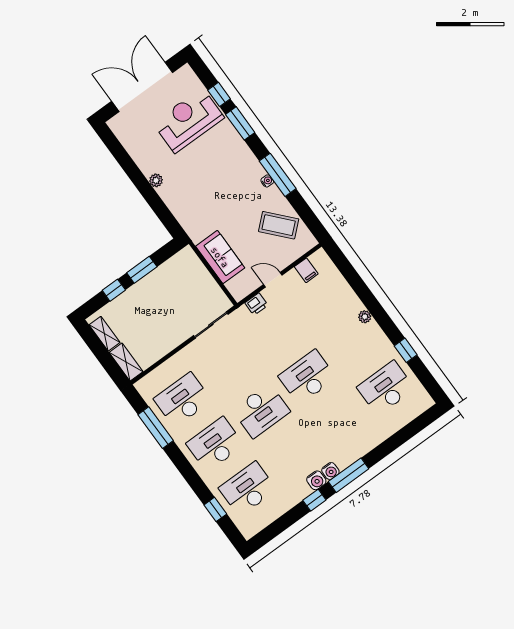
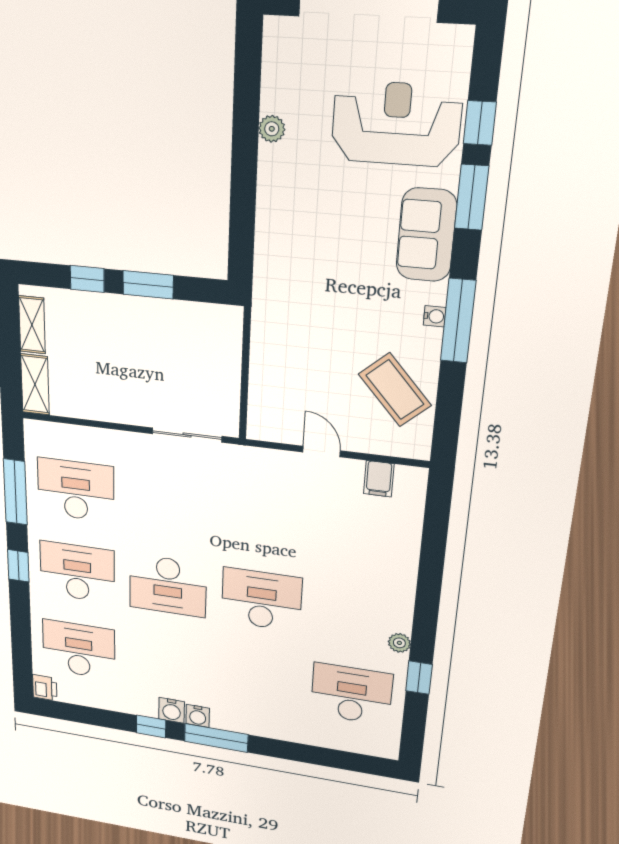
plant: (156, 180) -> (272, 129), moved
sofa: (220, 257) -> (426, 235), moved, turned 180
printer: (256, 304) -> (45, 688), moved, turned -90
plant: (365, 317) -> (399, 643), moved
window: (215, 509) -> (18, 566), moved

